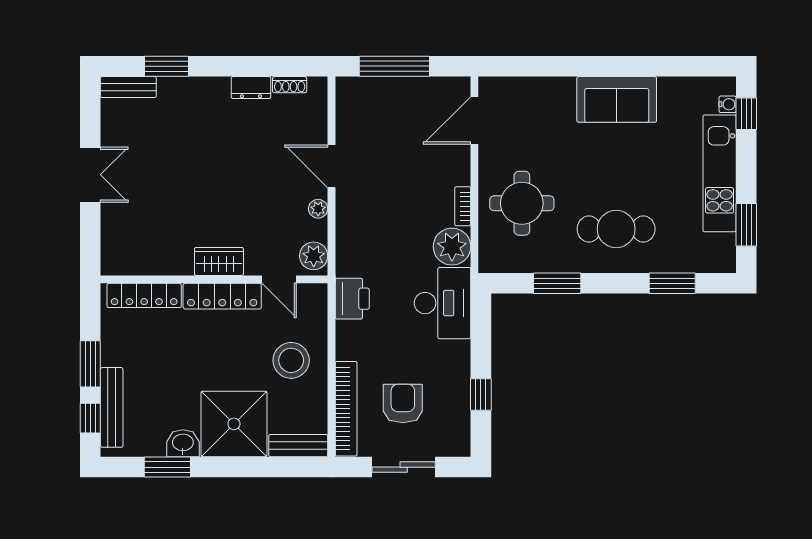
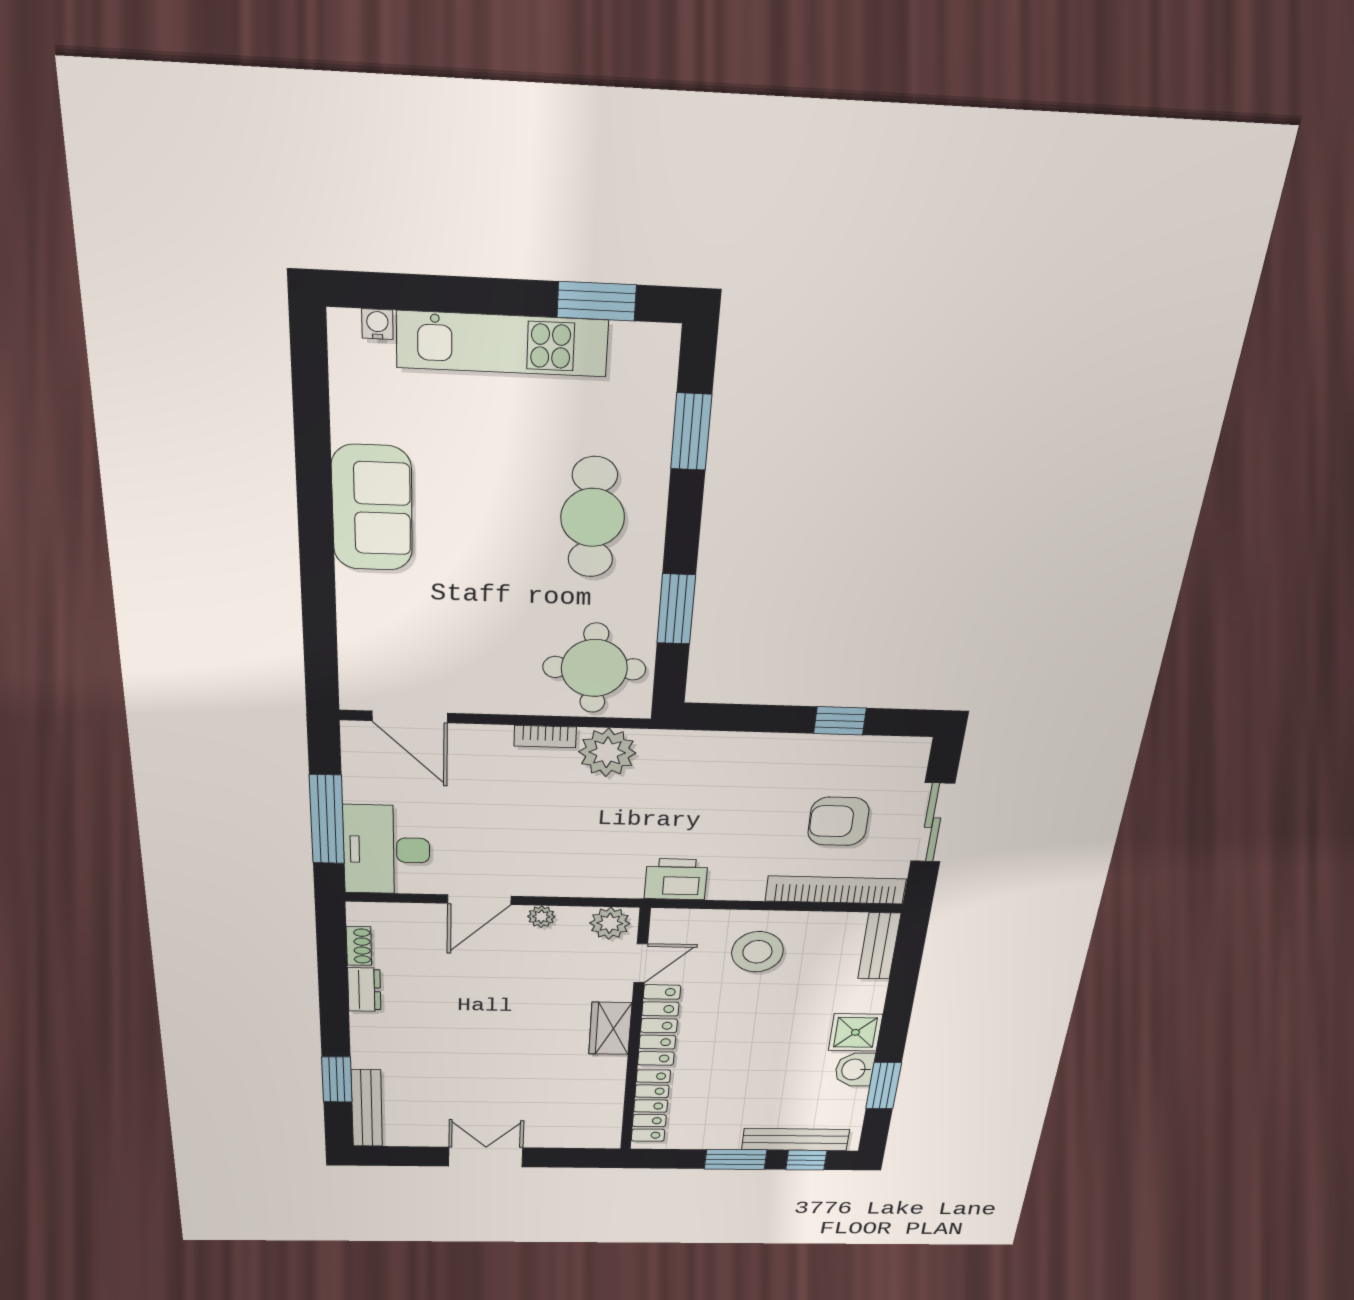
bench: (128, 87) -> (367, 1108), width x1.36
window: (746, 114) -> (394, 292), removed
round table: (522, 203) -> (594, 668), moved
desk: (442, 303) -> (387, 850), moved, turned -90
shower: (234, 424) -> (855, 1032), width x0.54, depth x0.54

